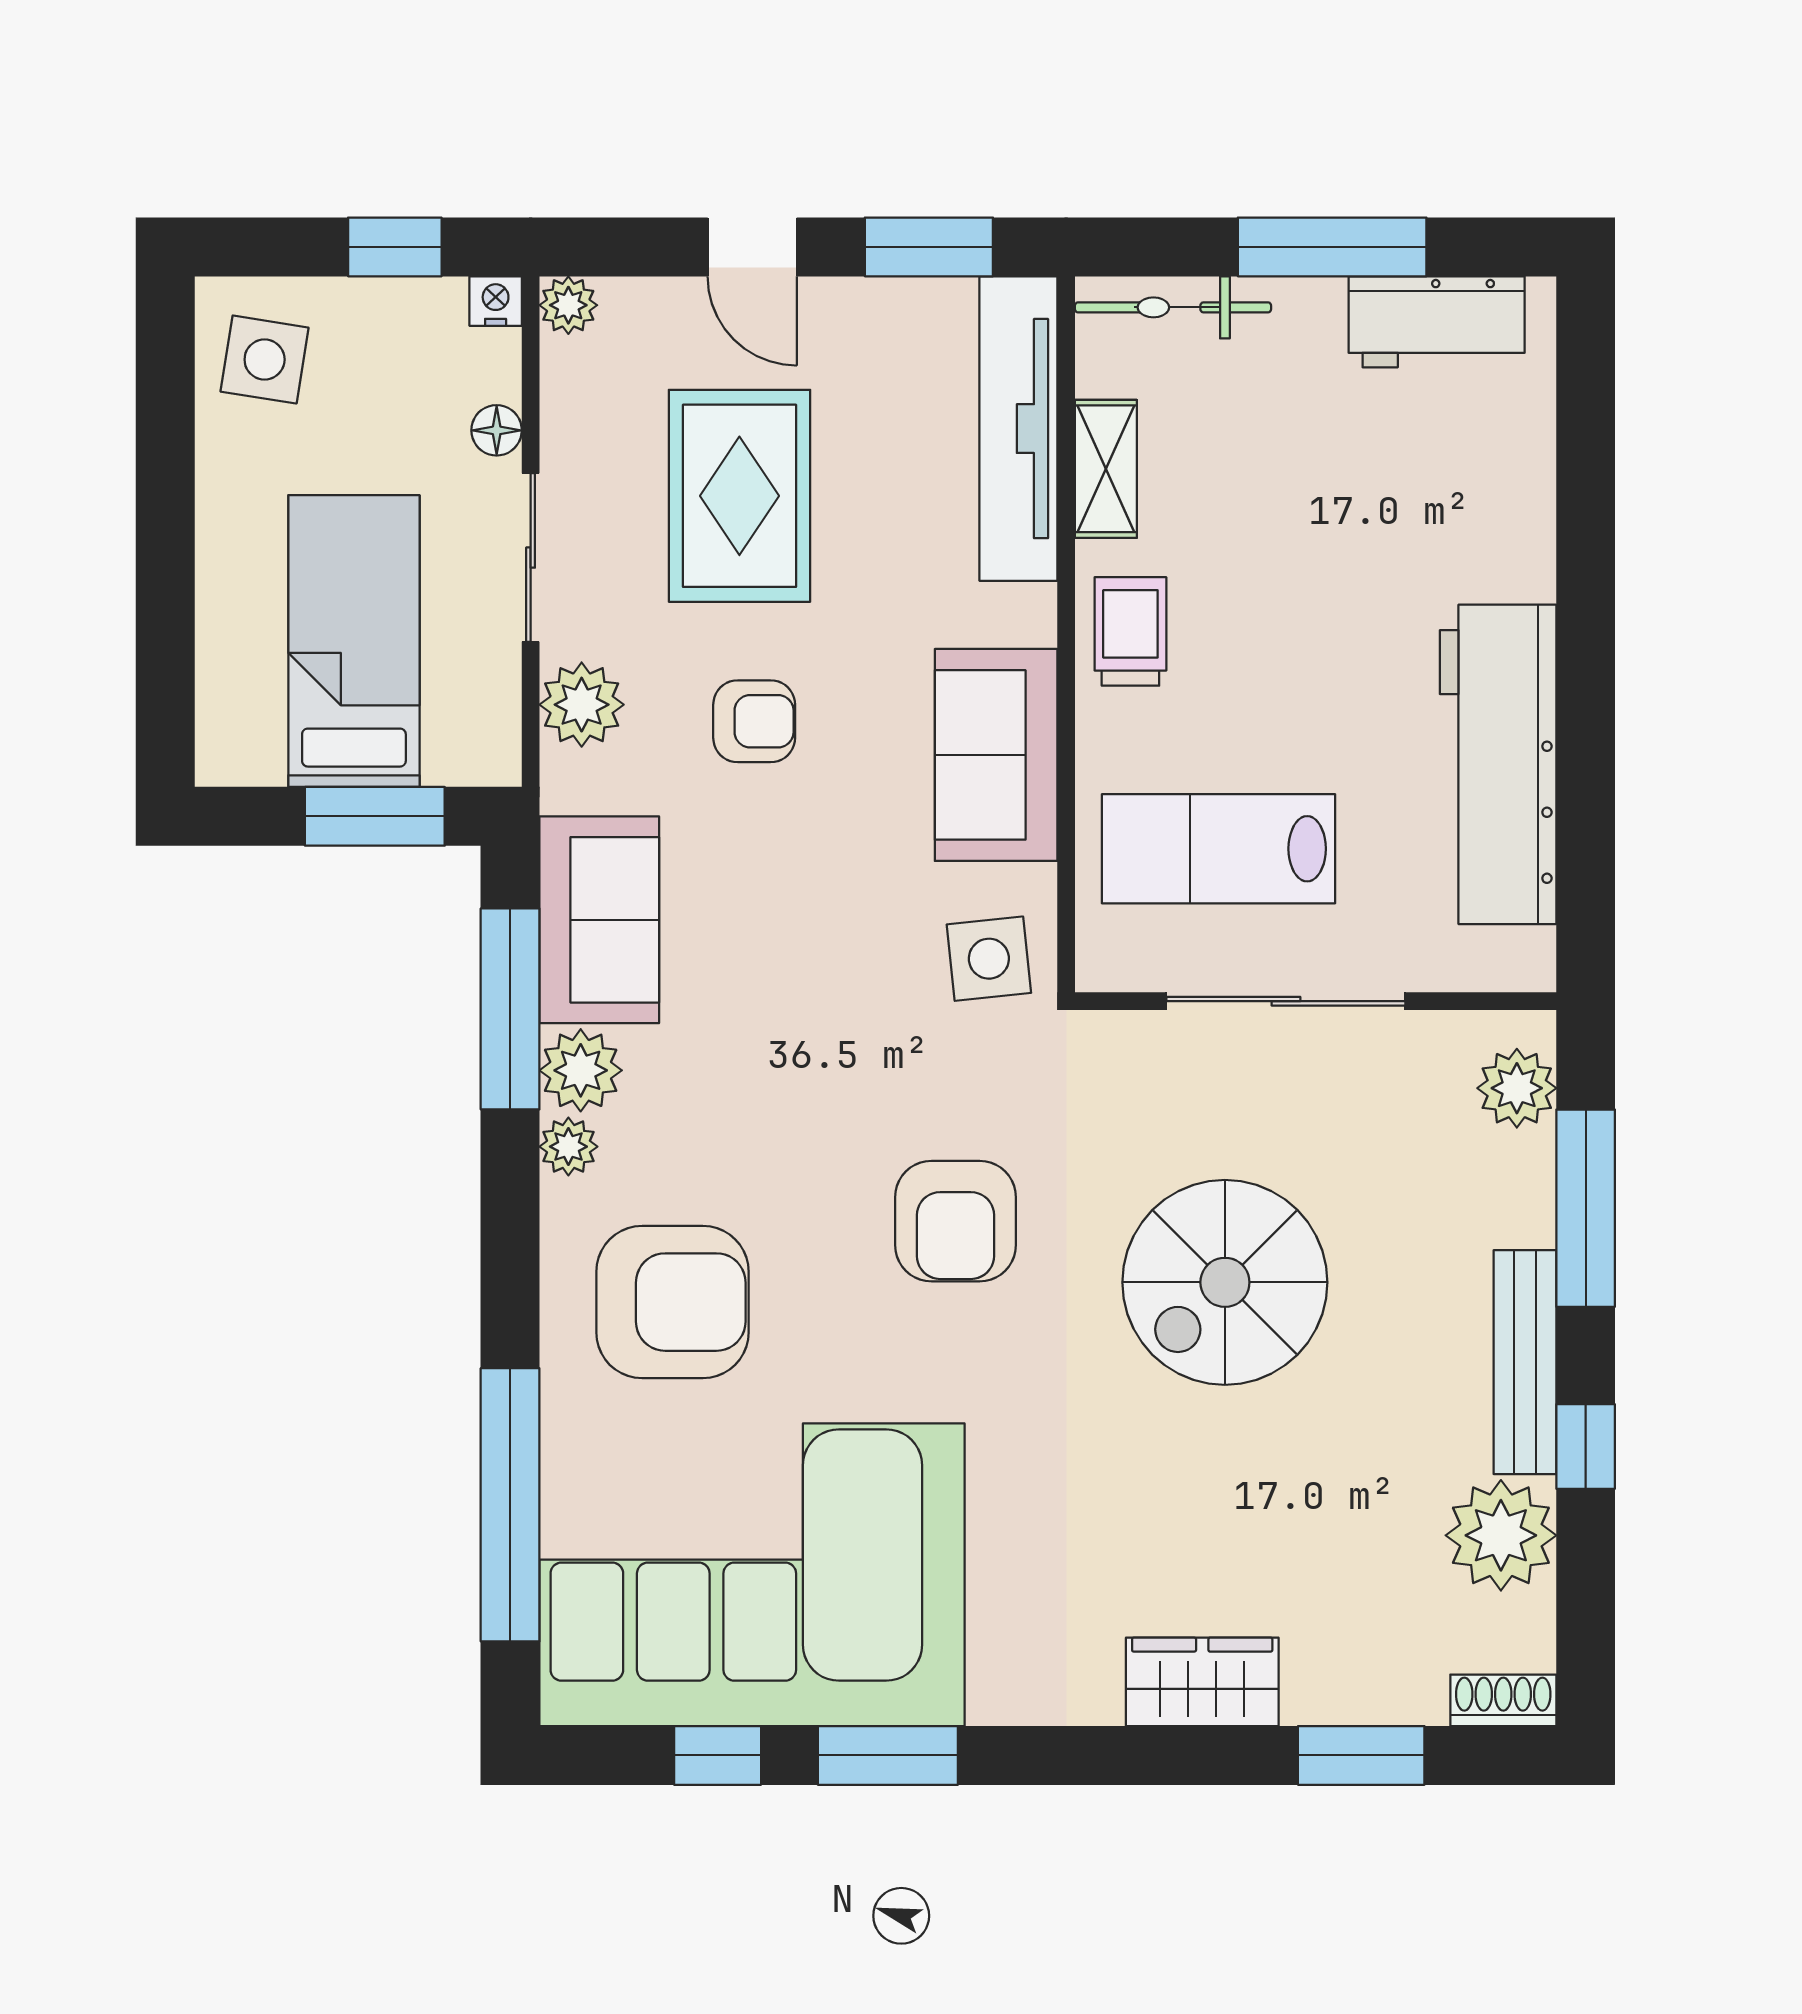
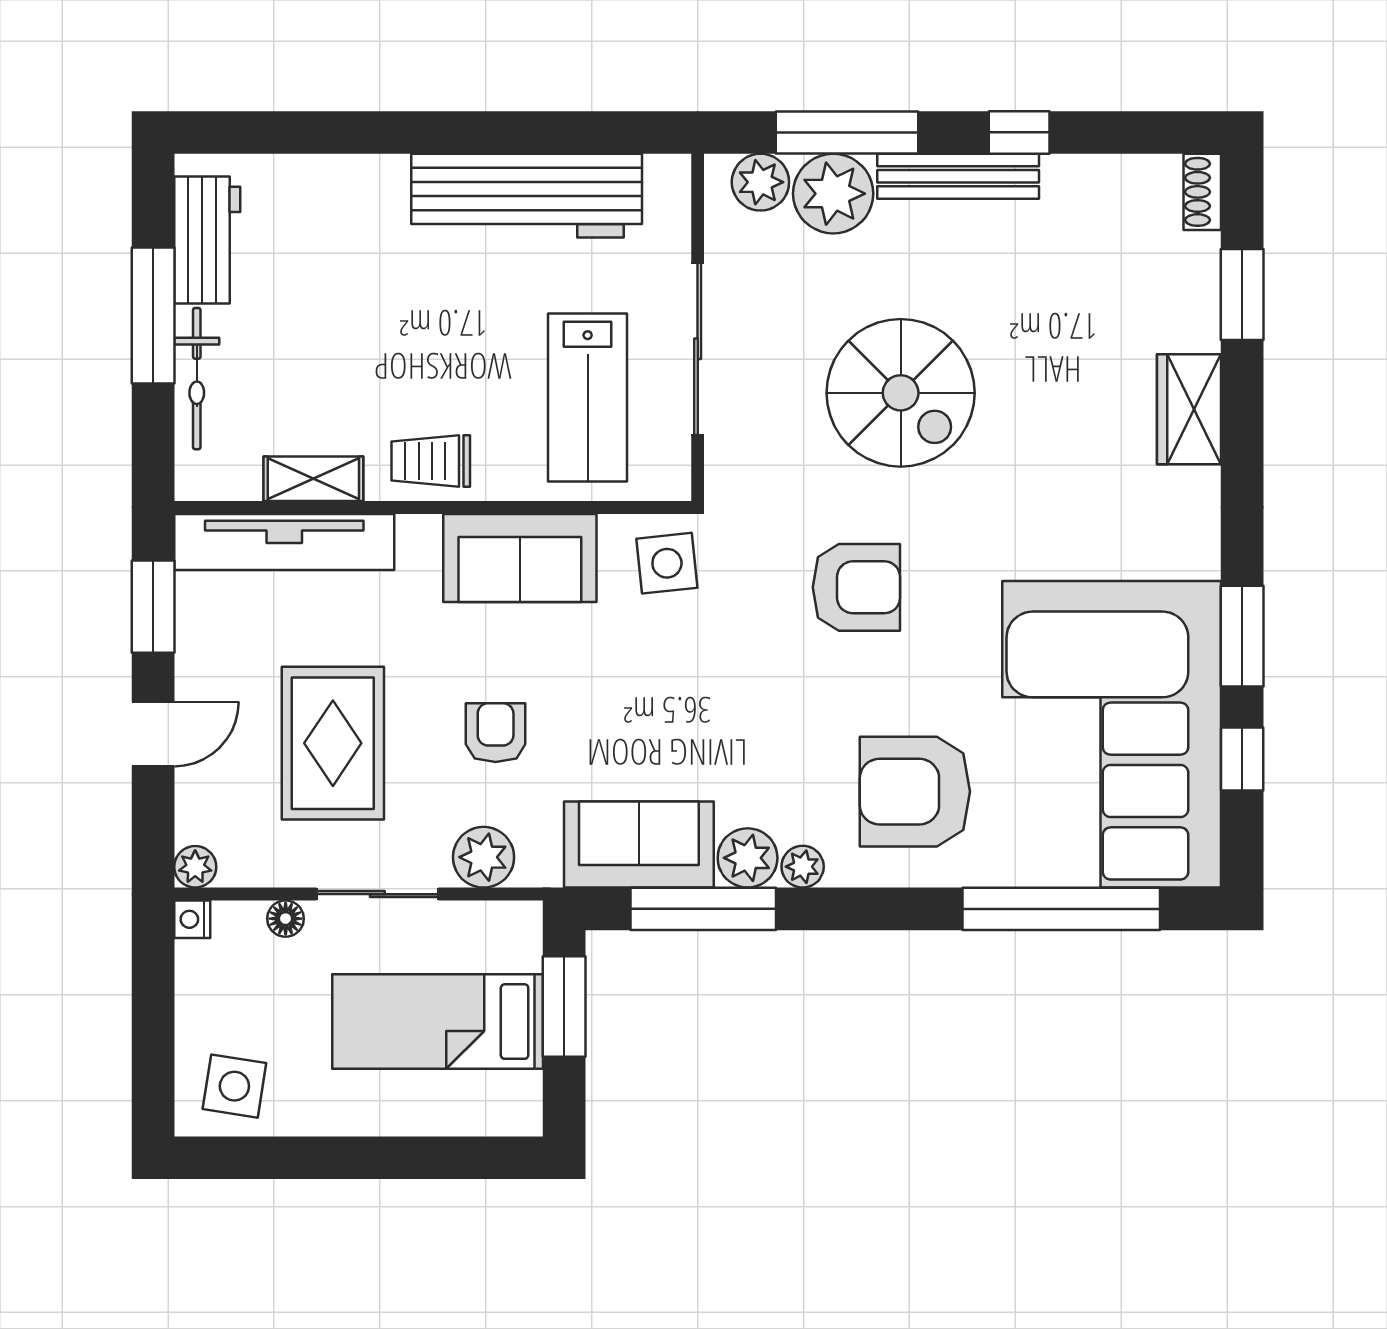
window: (395, 247) -> (153, 992), removed
bicycle: (1173, 307) -> (197, 379), moved
rug: (739, 496) -> (333, 743), turned 90
armchair: (672, 1302) -> (915, 792), turned -90
plant: (1501, 1535) -> (833, 194), moved

